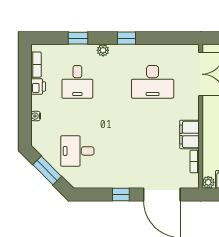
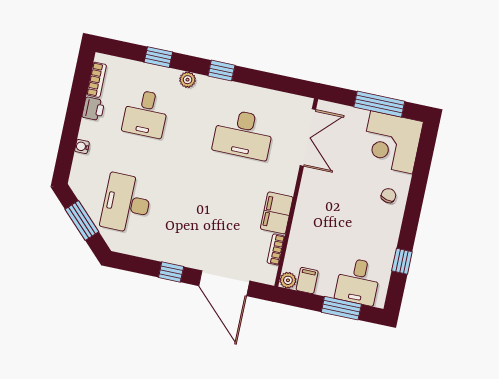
desk: (77, 151) -> (126, 203), width x1.37

